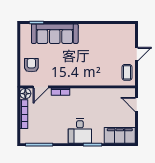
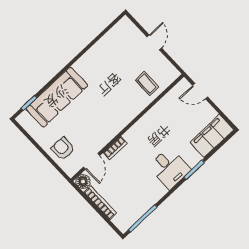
coffee table: (127, 72) -> (147, 84), moved

